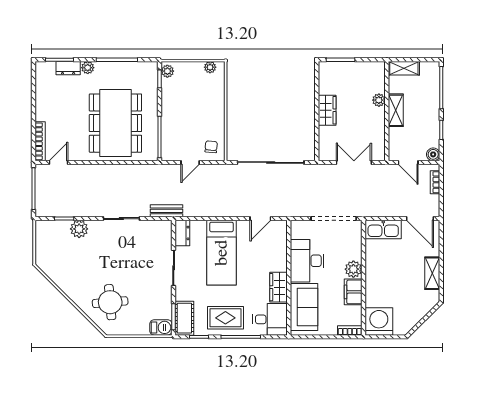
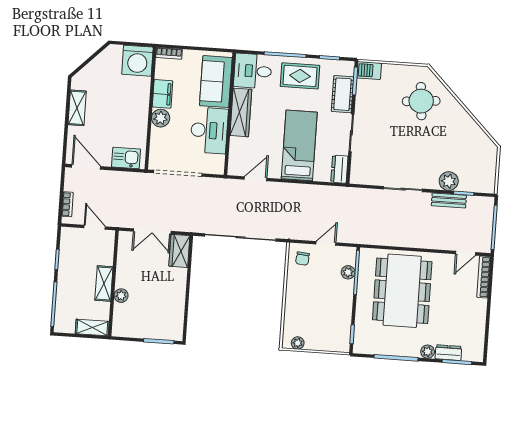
plant: (167, 71) -> (348, 272), moved
wardrobe: (327, 110) -> (179, 251), moved
boiler: (433, 154) -> (67, 234), removed
bench: (166, 211) -> (449, 200), moved
kitchen sink: (383, 229) -> (126, 158), width x0.73
wardrobe: (278, 287) -> (241, 112), width x1.50
cot: (184, 318) -> (342, 94), moved

